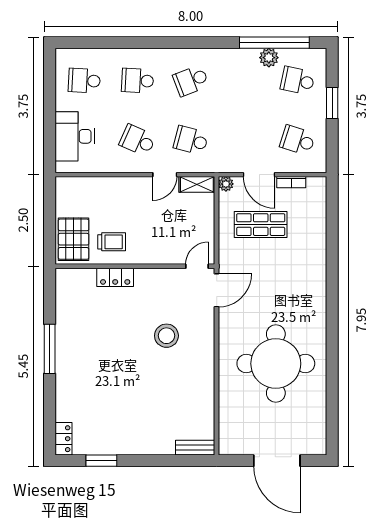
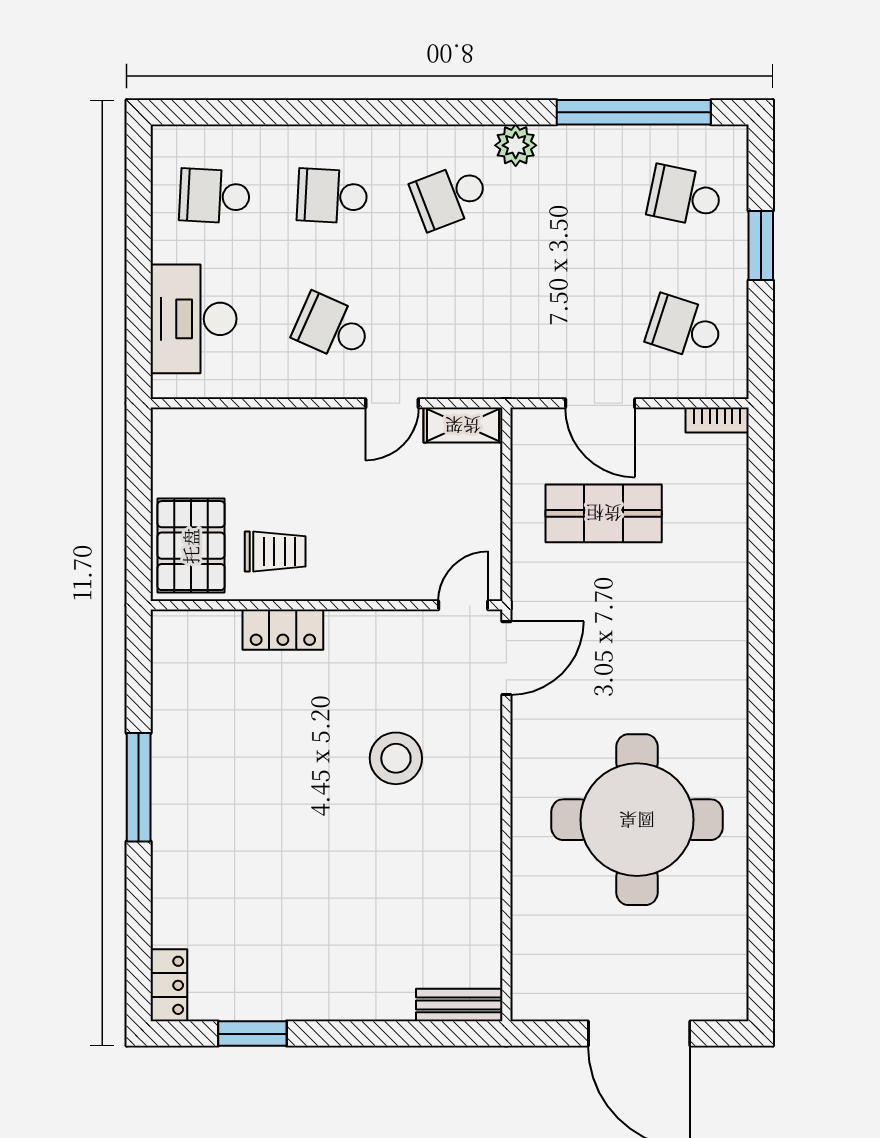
plant: (269, 58) -> (516, 145), moved
school desk: (191, 140) -> (450, 328), removed
bookcase: (291, 182) -> (717, 420), moved
plant: (226, 184) -> (527, 424), removed

